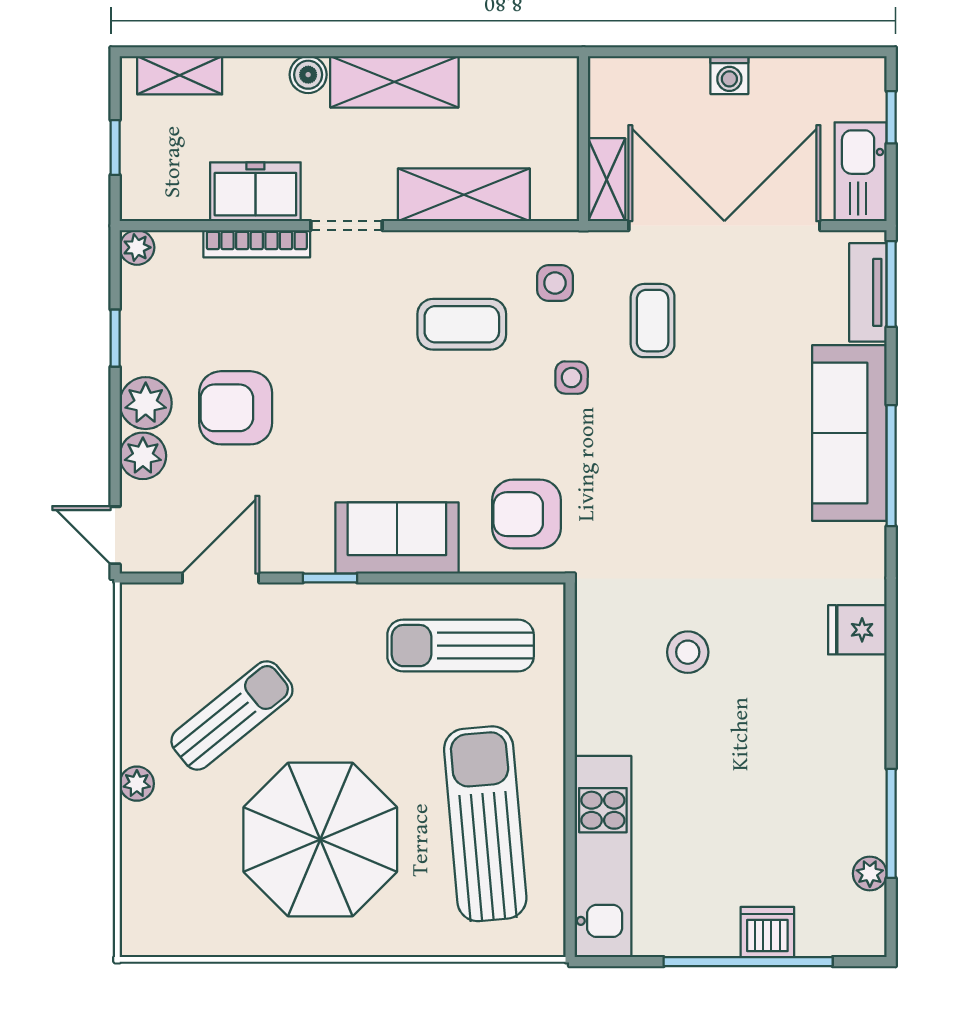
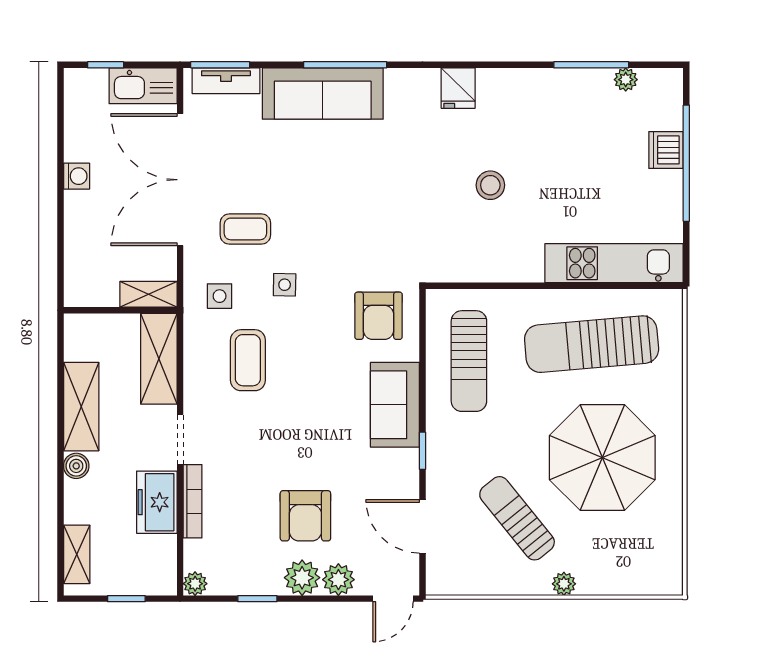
wall: (583, 139) -> (120, 310), moved
shelving: (607, 180) -> (148, 294), moved
stool: (688, 652) -> (490, 185), moved

